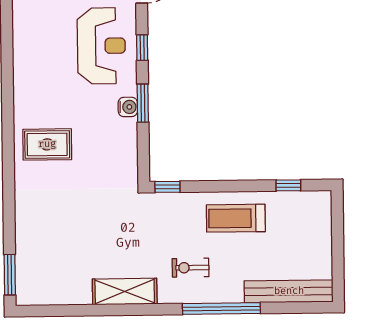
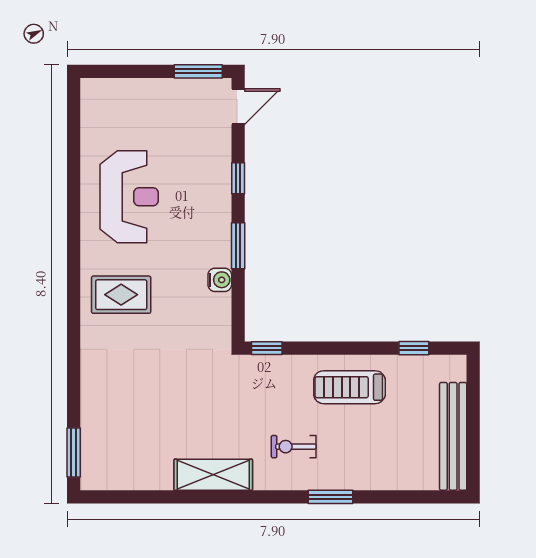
reception desk: (101, 46) -> (129, 197), moved
water cooler: (128, 107) -> (220, 280), moved
bench: (289, 291) -> (453, 436), moved, turned 90
window: (221, 309) -> (331, 497), width x0.47

